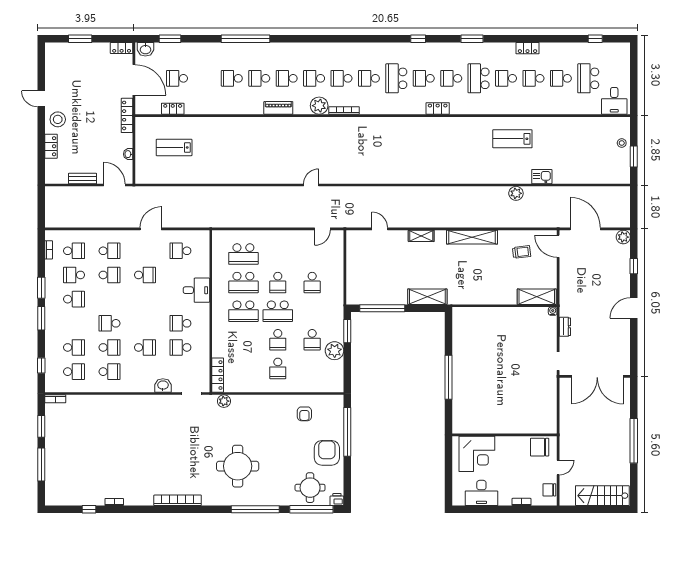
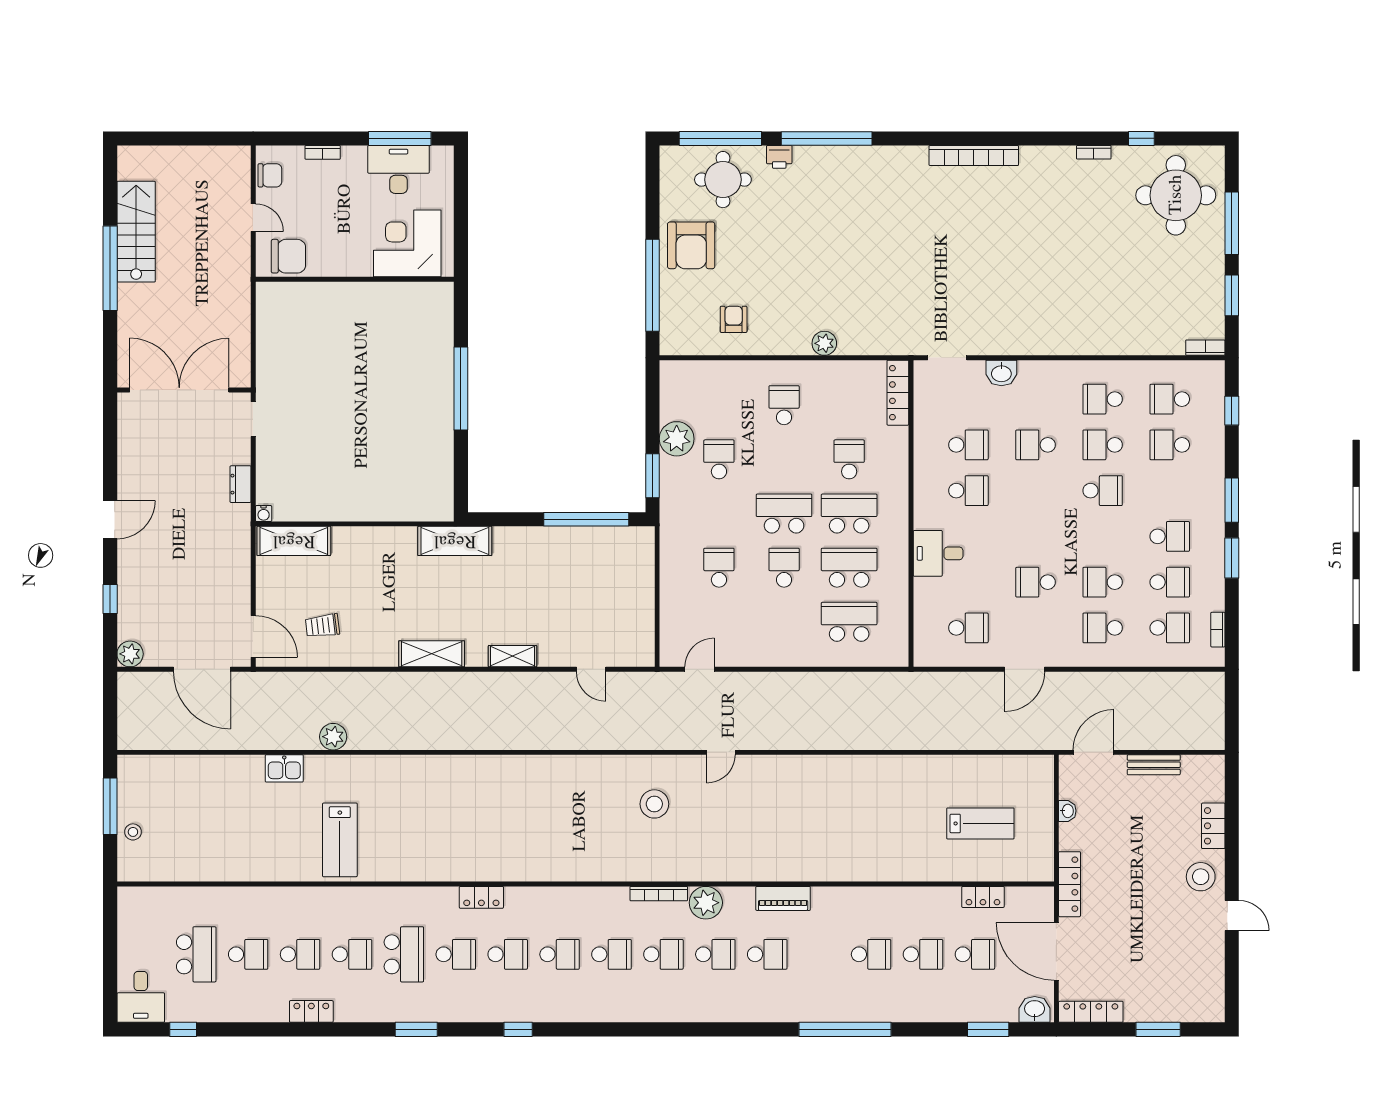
locker: (122, 48) -> (1091, 1012), width x1.53
school desk: (259, 78) -> (923, 954), moved
school desk: (396, 78) -> (560, 954), width x0.54
desk: (614, 101) -> (141, 997), moved, turned 180
lab bench: (512, 139) -> (340, 840), turned 90
window: (634, 157) -> (110, 806), width x1.44
stool: (346, 158) -> (654, 804), added
door: (114, 185) -> (1093, 752), swing flipped
shelving: (472, 237) -> (432, 654), width x0.68
school desk: (74, 251) -> (1170, 628), turned 180
shelving: (427, 297) -> (455, 541), moved
school desk: (74, 299) -> (1170, 536), turned 180
school desk: (278, 340) -> (849, 459), moved
plant: (224, 401) -> (824, 343), moved
round table: (238, 466) -> (1176, 195), moved
door: (558, 467) -> (253, 218), swing flipped
stairs: (602, 496) -> (136, 232), moved, turned -90
printer: (337, 500) -> (779, 157), moved
window: (481, 509) -> (400, 138), added

